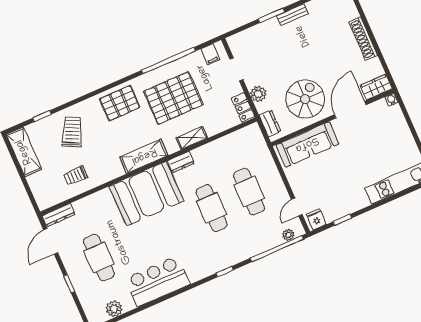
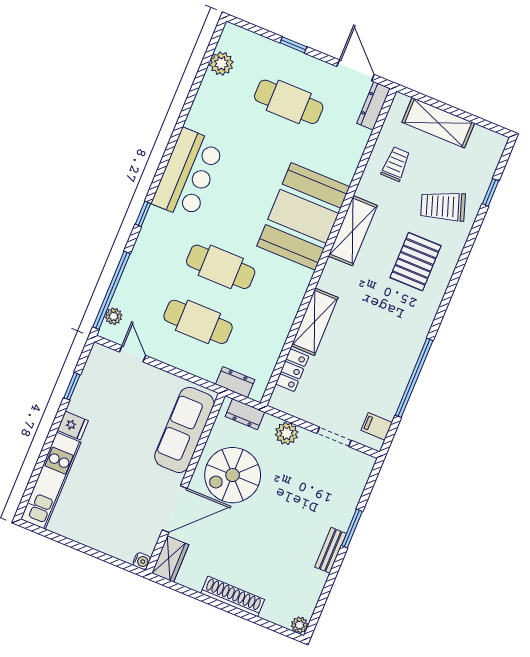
pallet: (173, 98) -> (371, 343), removed
spiral stairs: (305, 99) -> (233, 475), turned 90
pallet: (120, 103) -> (415, 262), moved
locker: (243, 107) -> (292, 370), moved, turned 90
door: (350, 110) -> (175, 509), hinge flipped
trolley: (72, 132) -> (443, 206), turned 135
shelving: (192, 138) -> (315, 322), width x1.50, depth x1.33
shelving: (24, 152) -> (438, 123), moved
shelving: (144, 156) -> (353, 231), moved
dresser: (181, 162) -> (235, 382), moved, turned 90
fridge: (316, 220) -> (73, 425), moved
bar counter: (158, 281) -> (188, 174), moved

